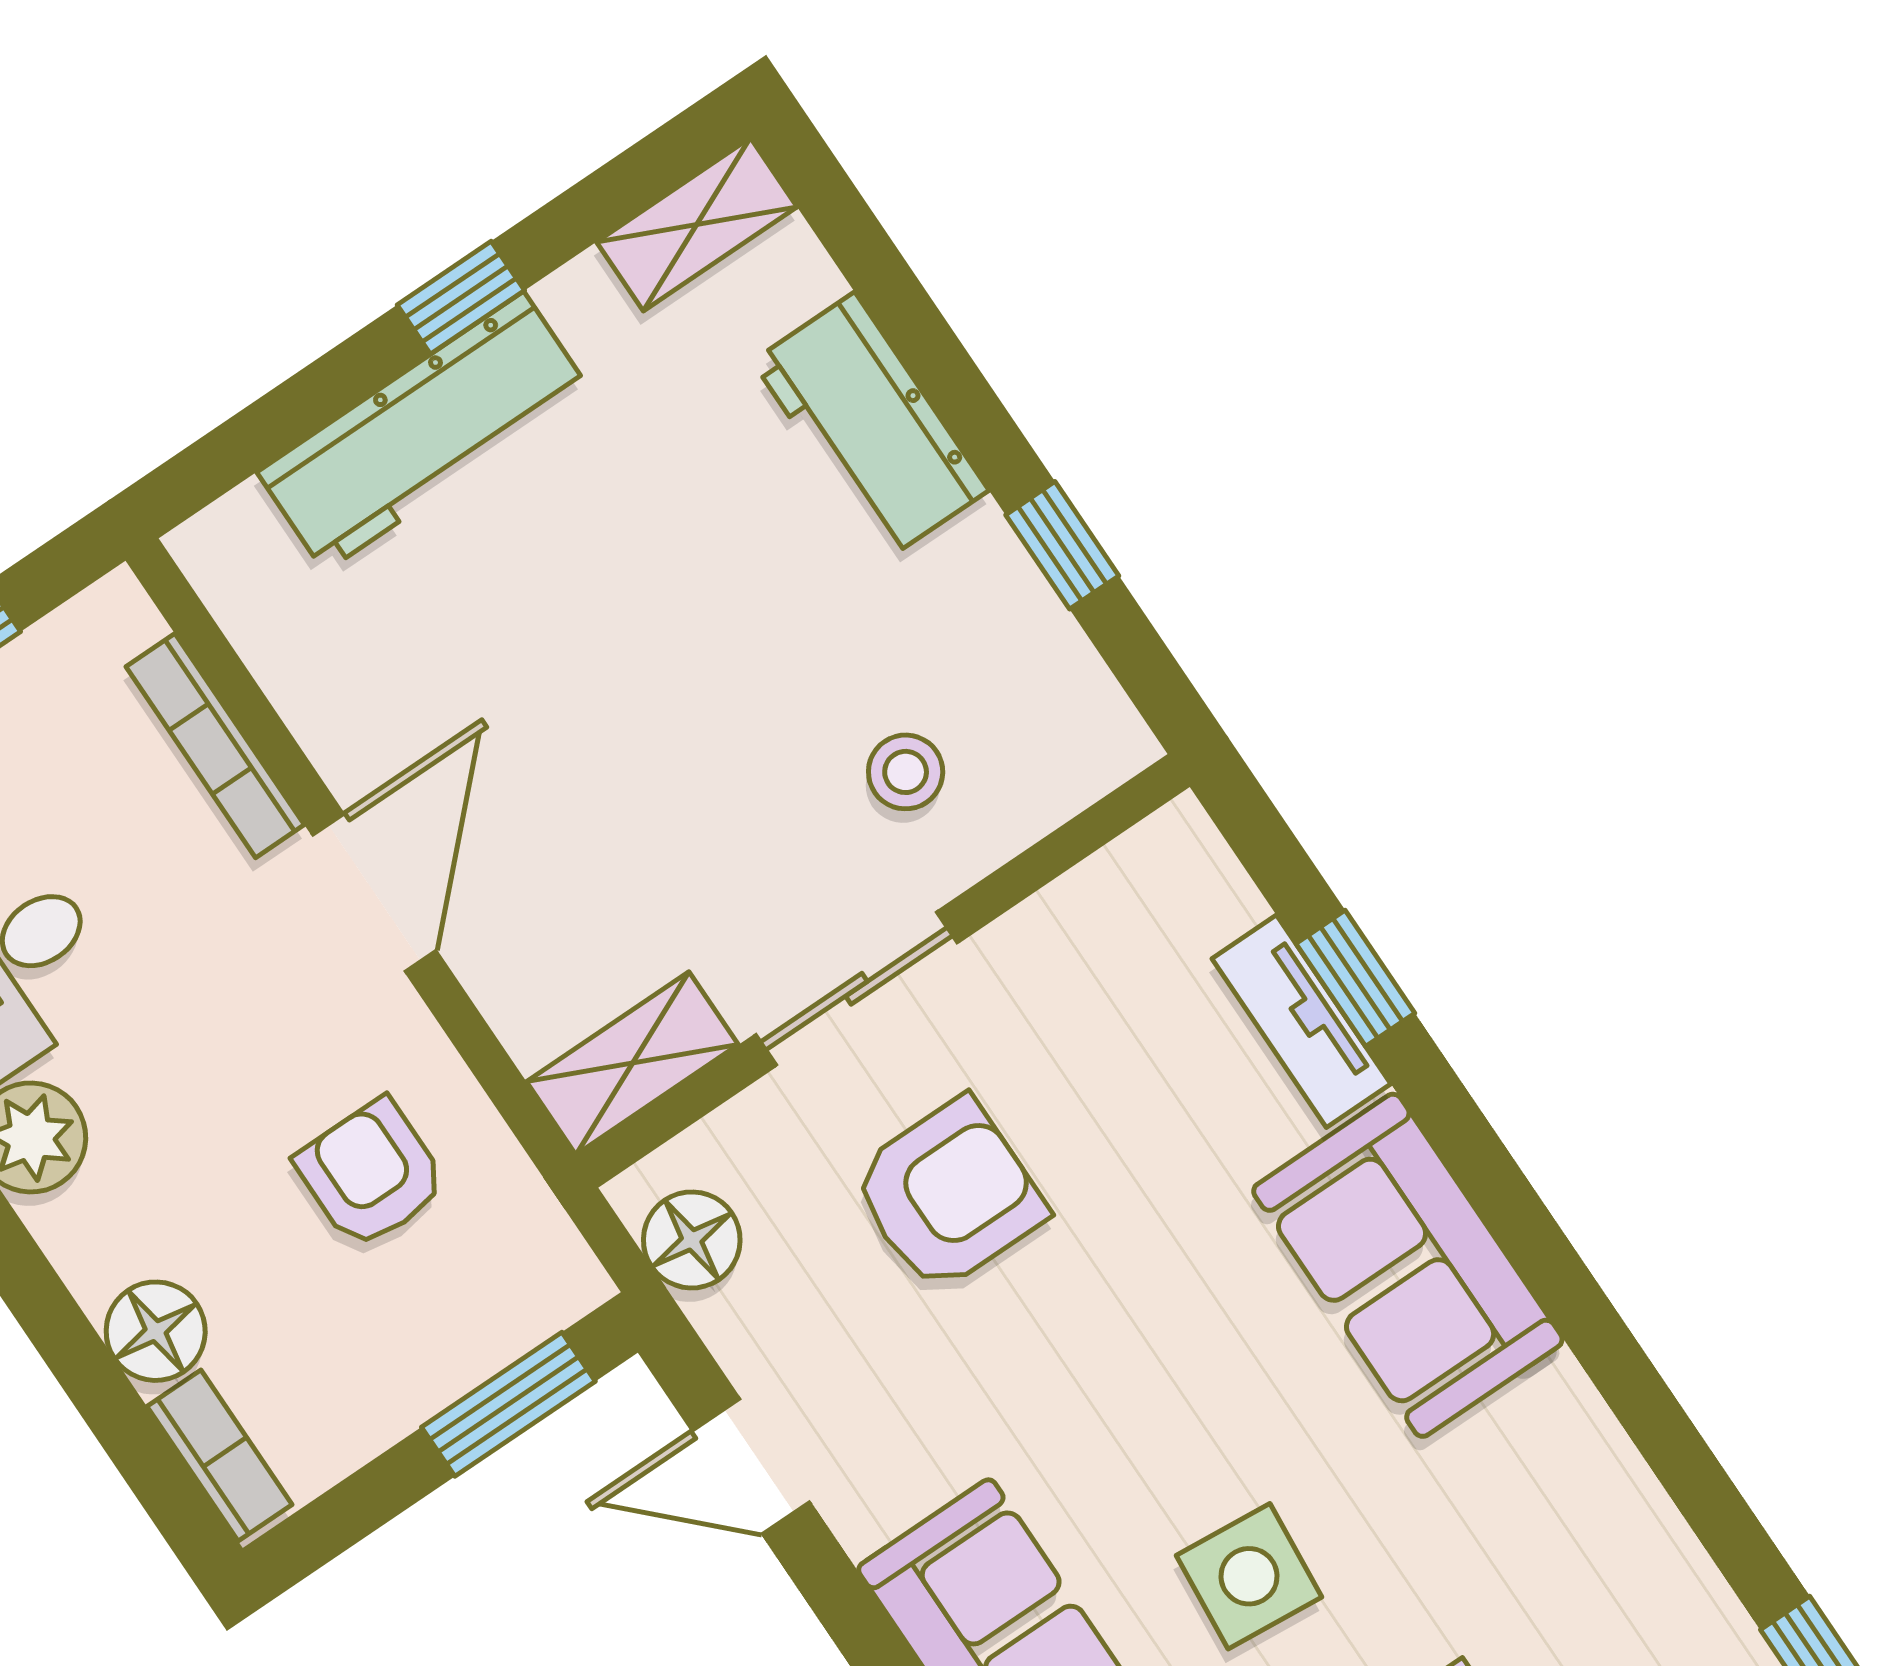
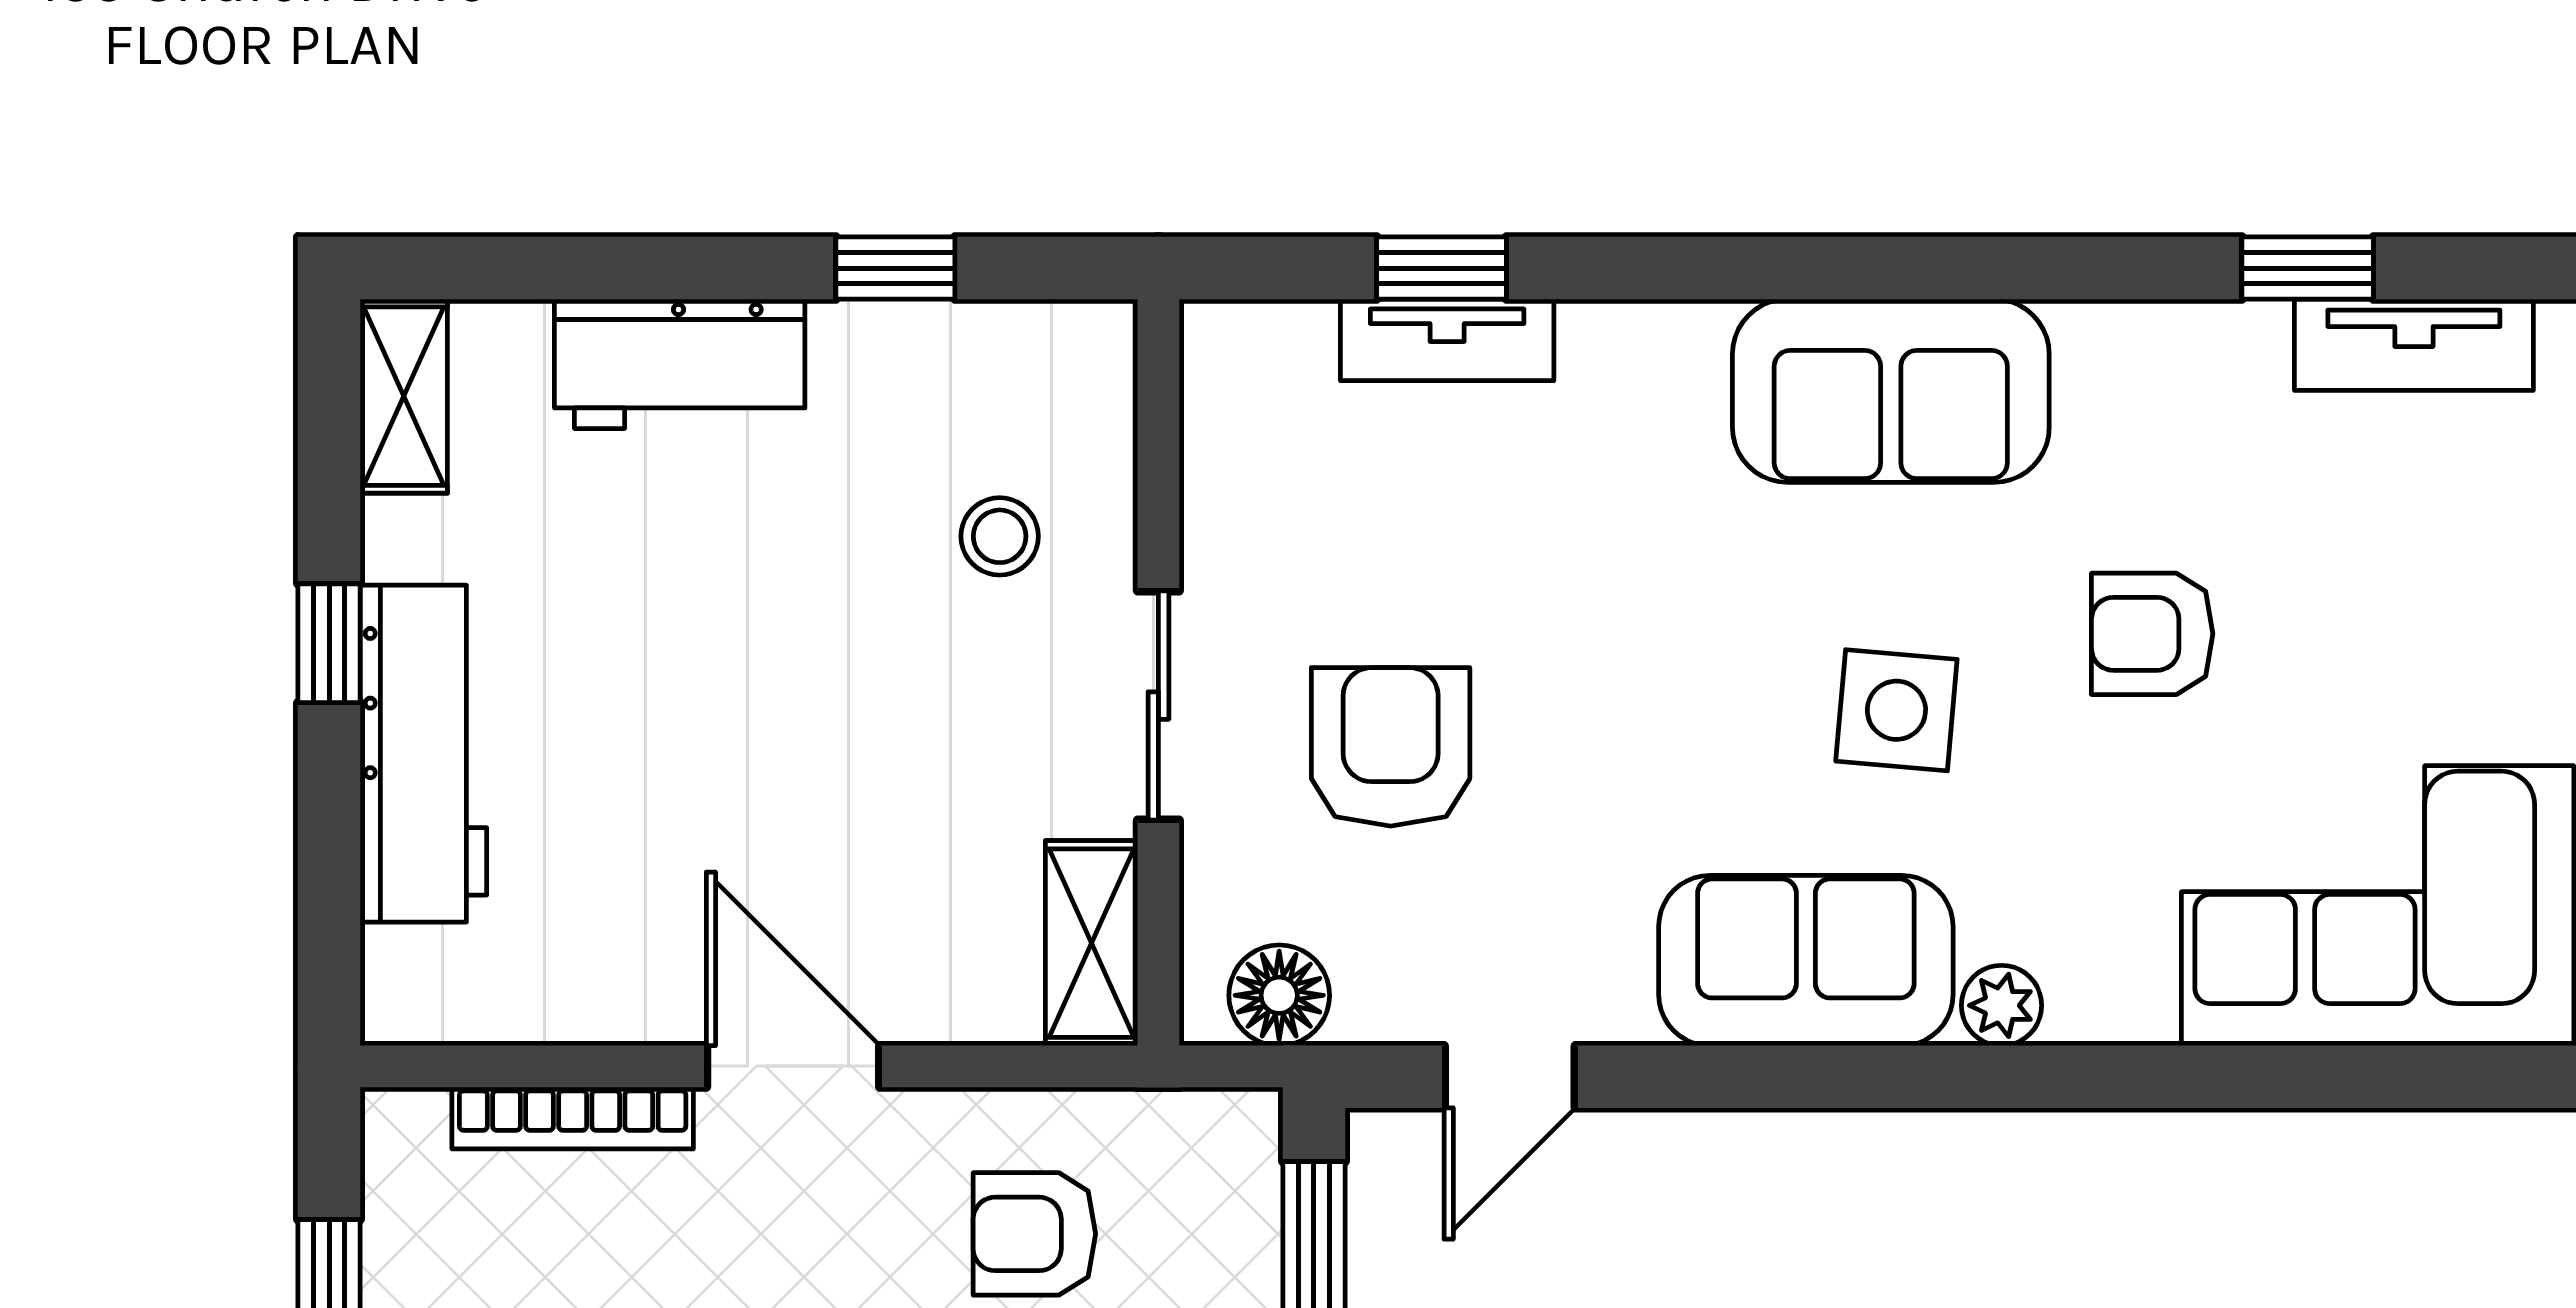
sofa: (1408, 1265) -> (1891, 391), moved

